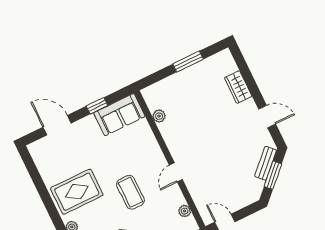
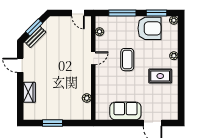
window: (97, 106) -> (122, 123), removed
sofa: (119, 115) -> (125, 111), moved
rug: (77, 192) -> (160, 76), width x0.73, depth x0.70

